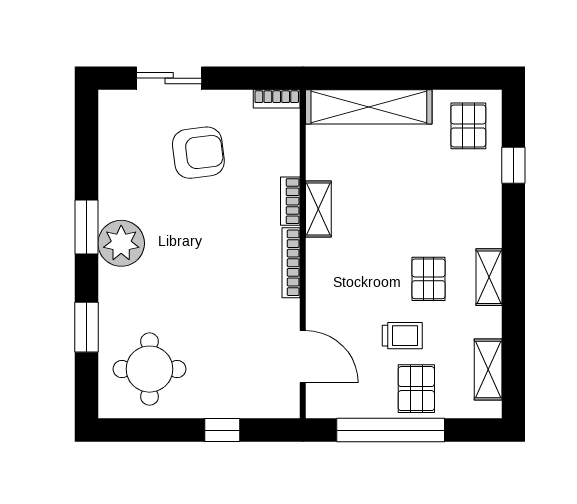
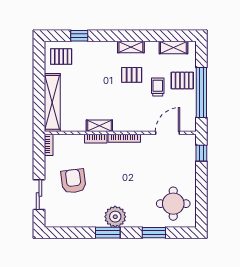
window: (222, 430) -> (201, 153), moved

